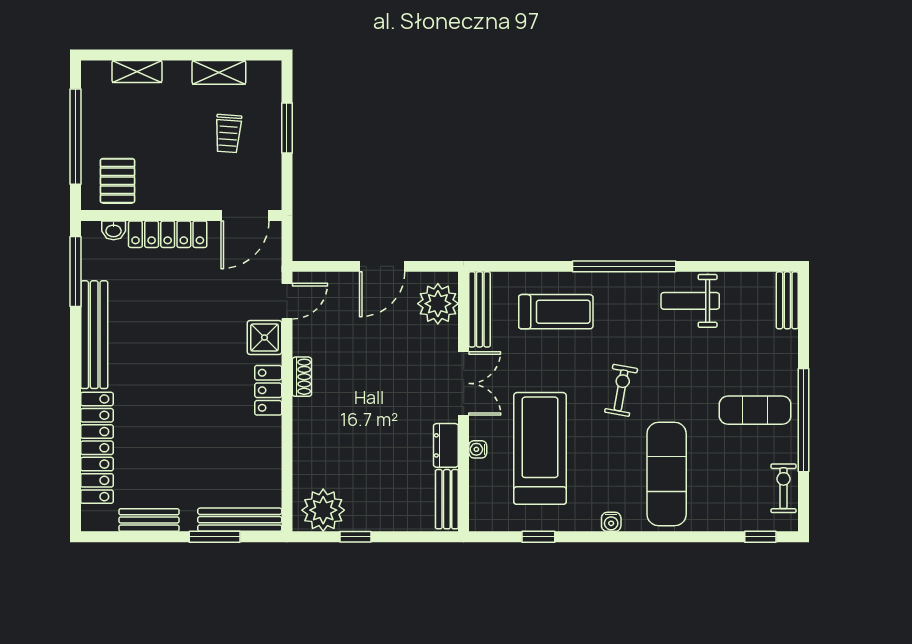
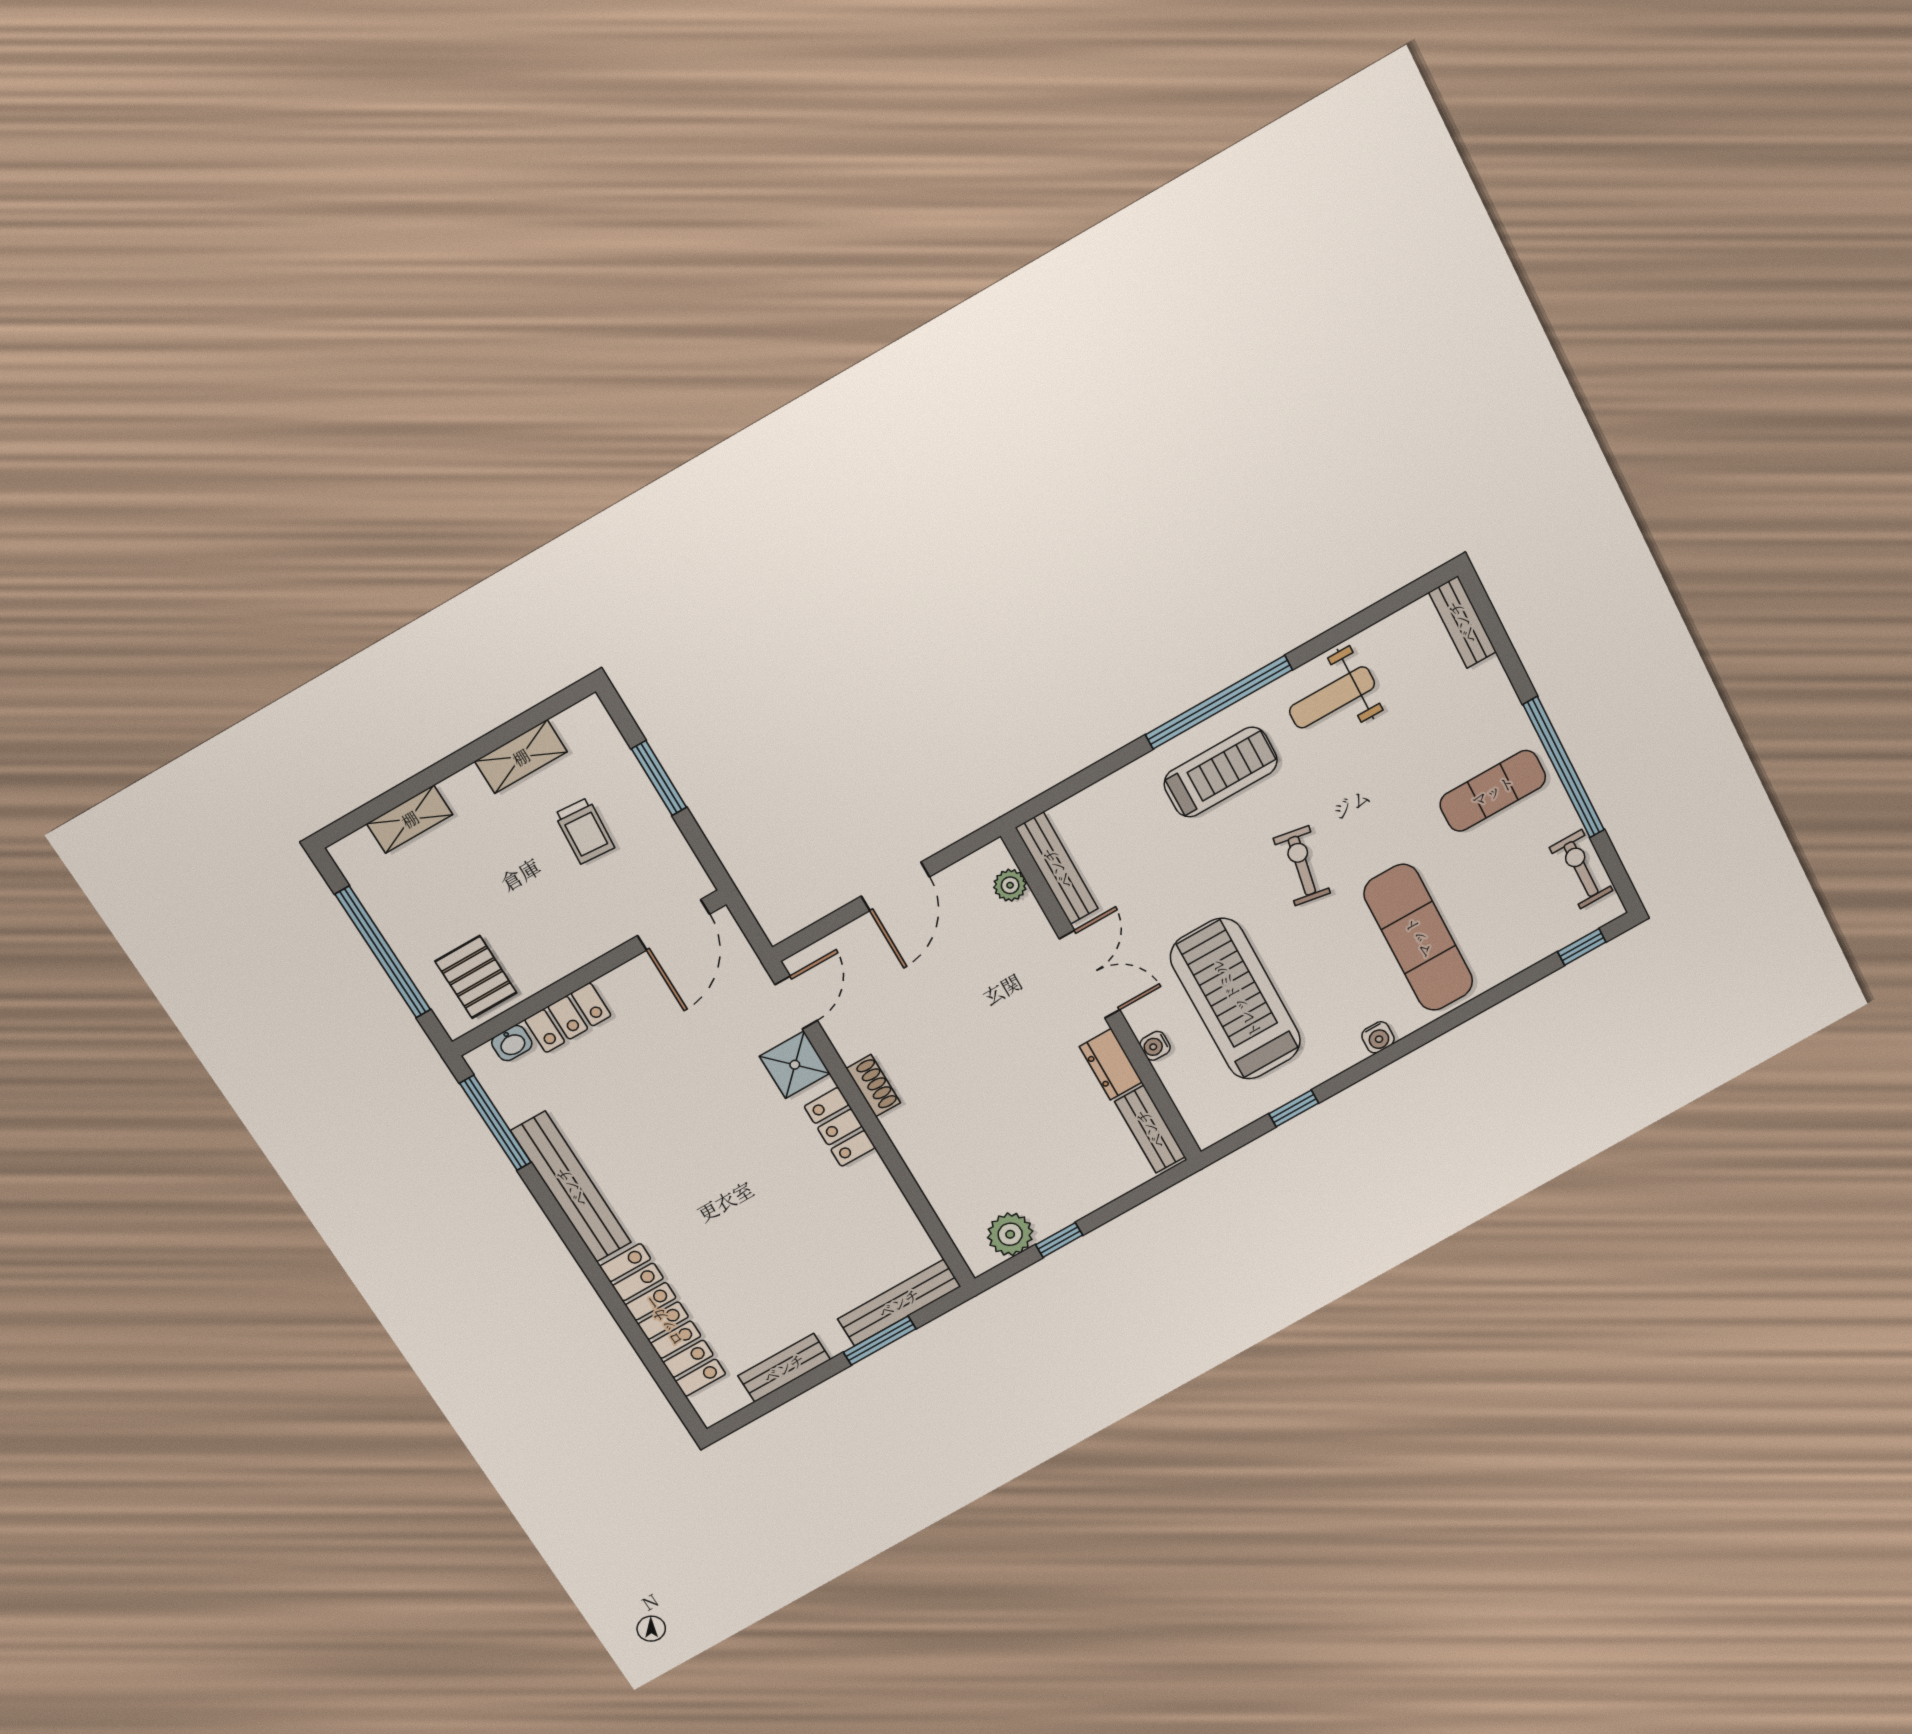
locker: (168, 234) -> (568, 1018), width x0.66
plant: (438, 304) -> (1010, 885), width x0.53, depth x0.53
treadmill: (556, 312) -> (1221, 772), moved
plant: (323, 510) -> (1010, 1234), width x0.73, depth x0.73

